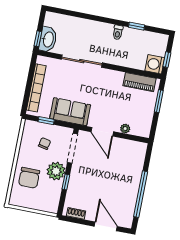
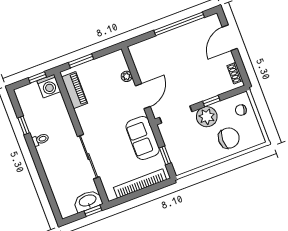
chair: (45, 143) -> (241, 110), moved

